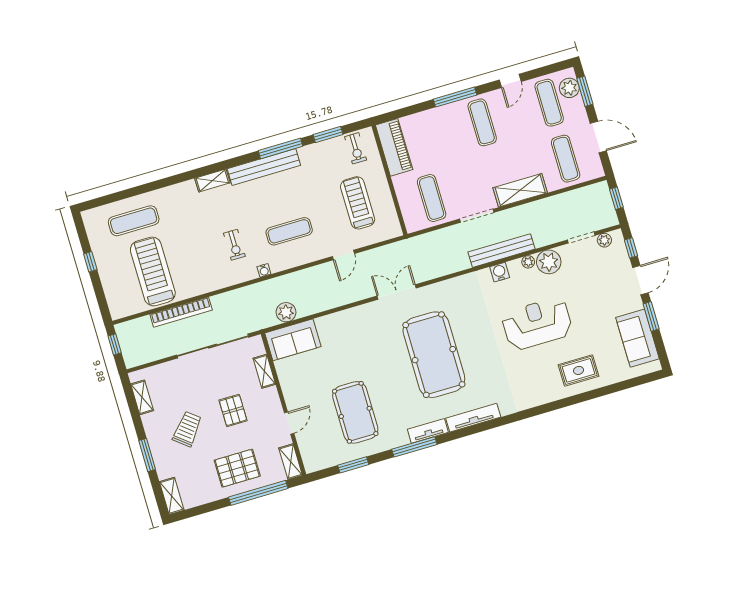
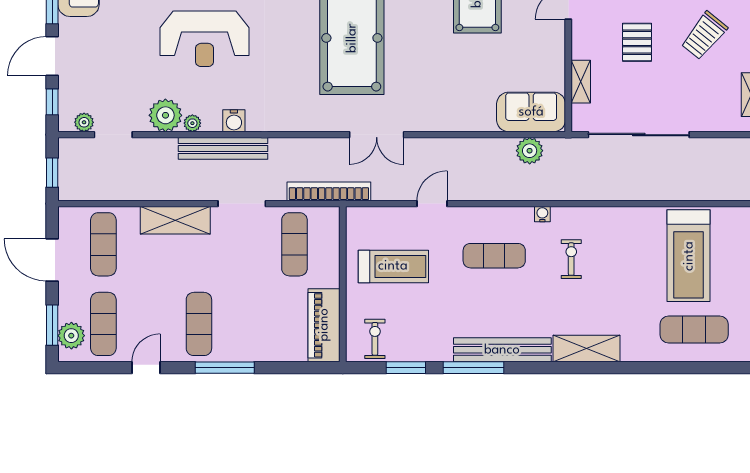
shelving: (212, 181) -> (587, 349), width x1.50, depth x1.33
treadmill: (358, 203) -> (393, 266), turned -90
bookcase: (181, 312) -> (329, 191), moved

